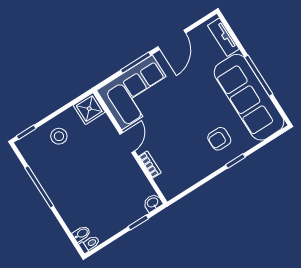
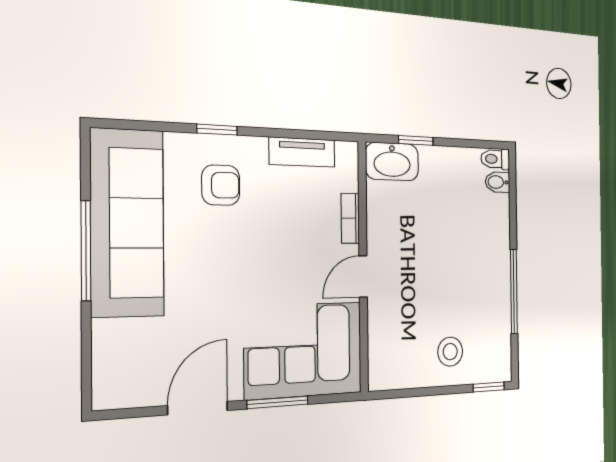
tv unit: (223, 37) -> (302, 152), moved, turned 90
shower: (89, 109) -> (387, 368), removed
washbasin: (153, 203) -> (392, 162), width x1.91, depth x1.45

